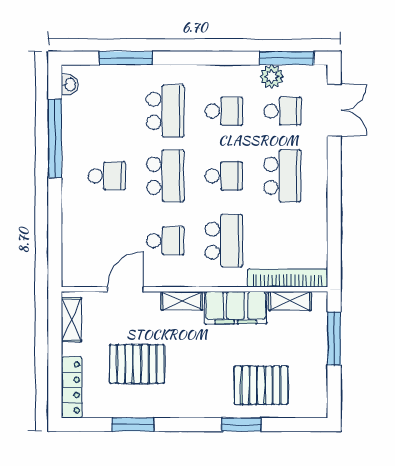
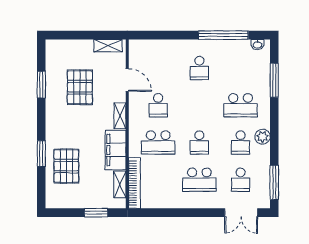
plant: (272, 76) -> (263, 137), moved
school desk: (165, 176) -> (199, 105), removed
window: (334, 338) -> (96, 213), width x0.69
locker: (72, 387) -> (65, 46), removed

